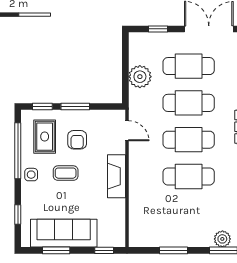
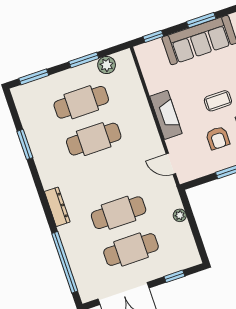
plant: (140, 77) -> (180, 215), width x0.53, depth x0.53
armchair: (77, 140) -> (218, 138), turned 180
cafe table: (189, 140) -> (81, 102), moved
plant: (222, 239) -> (107, 65), moved

